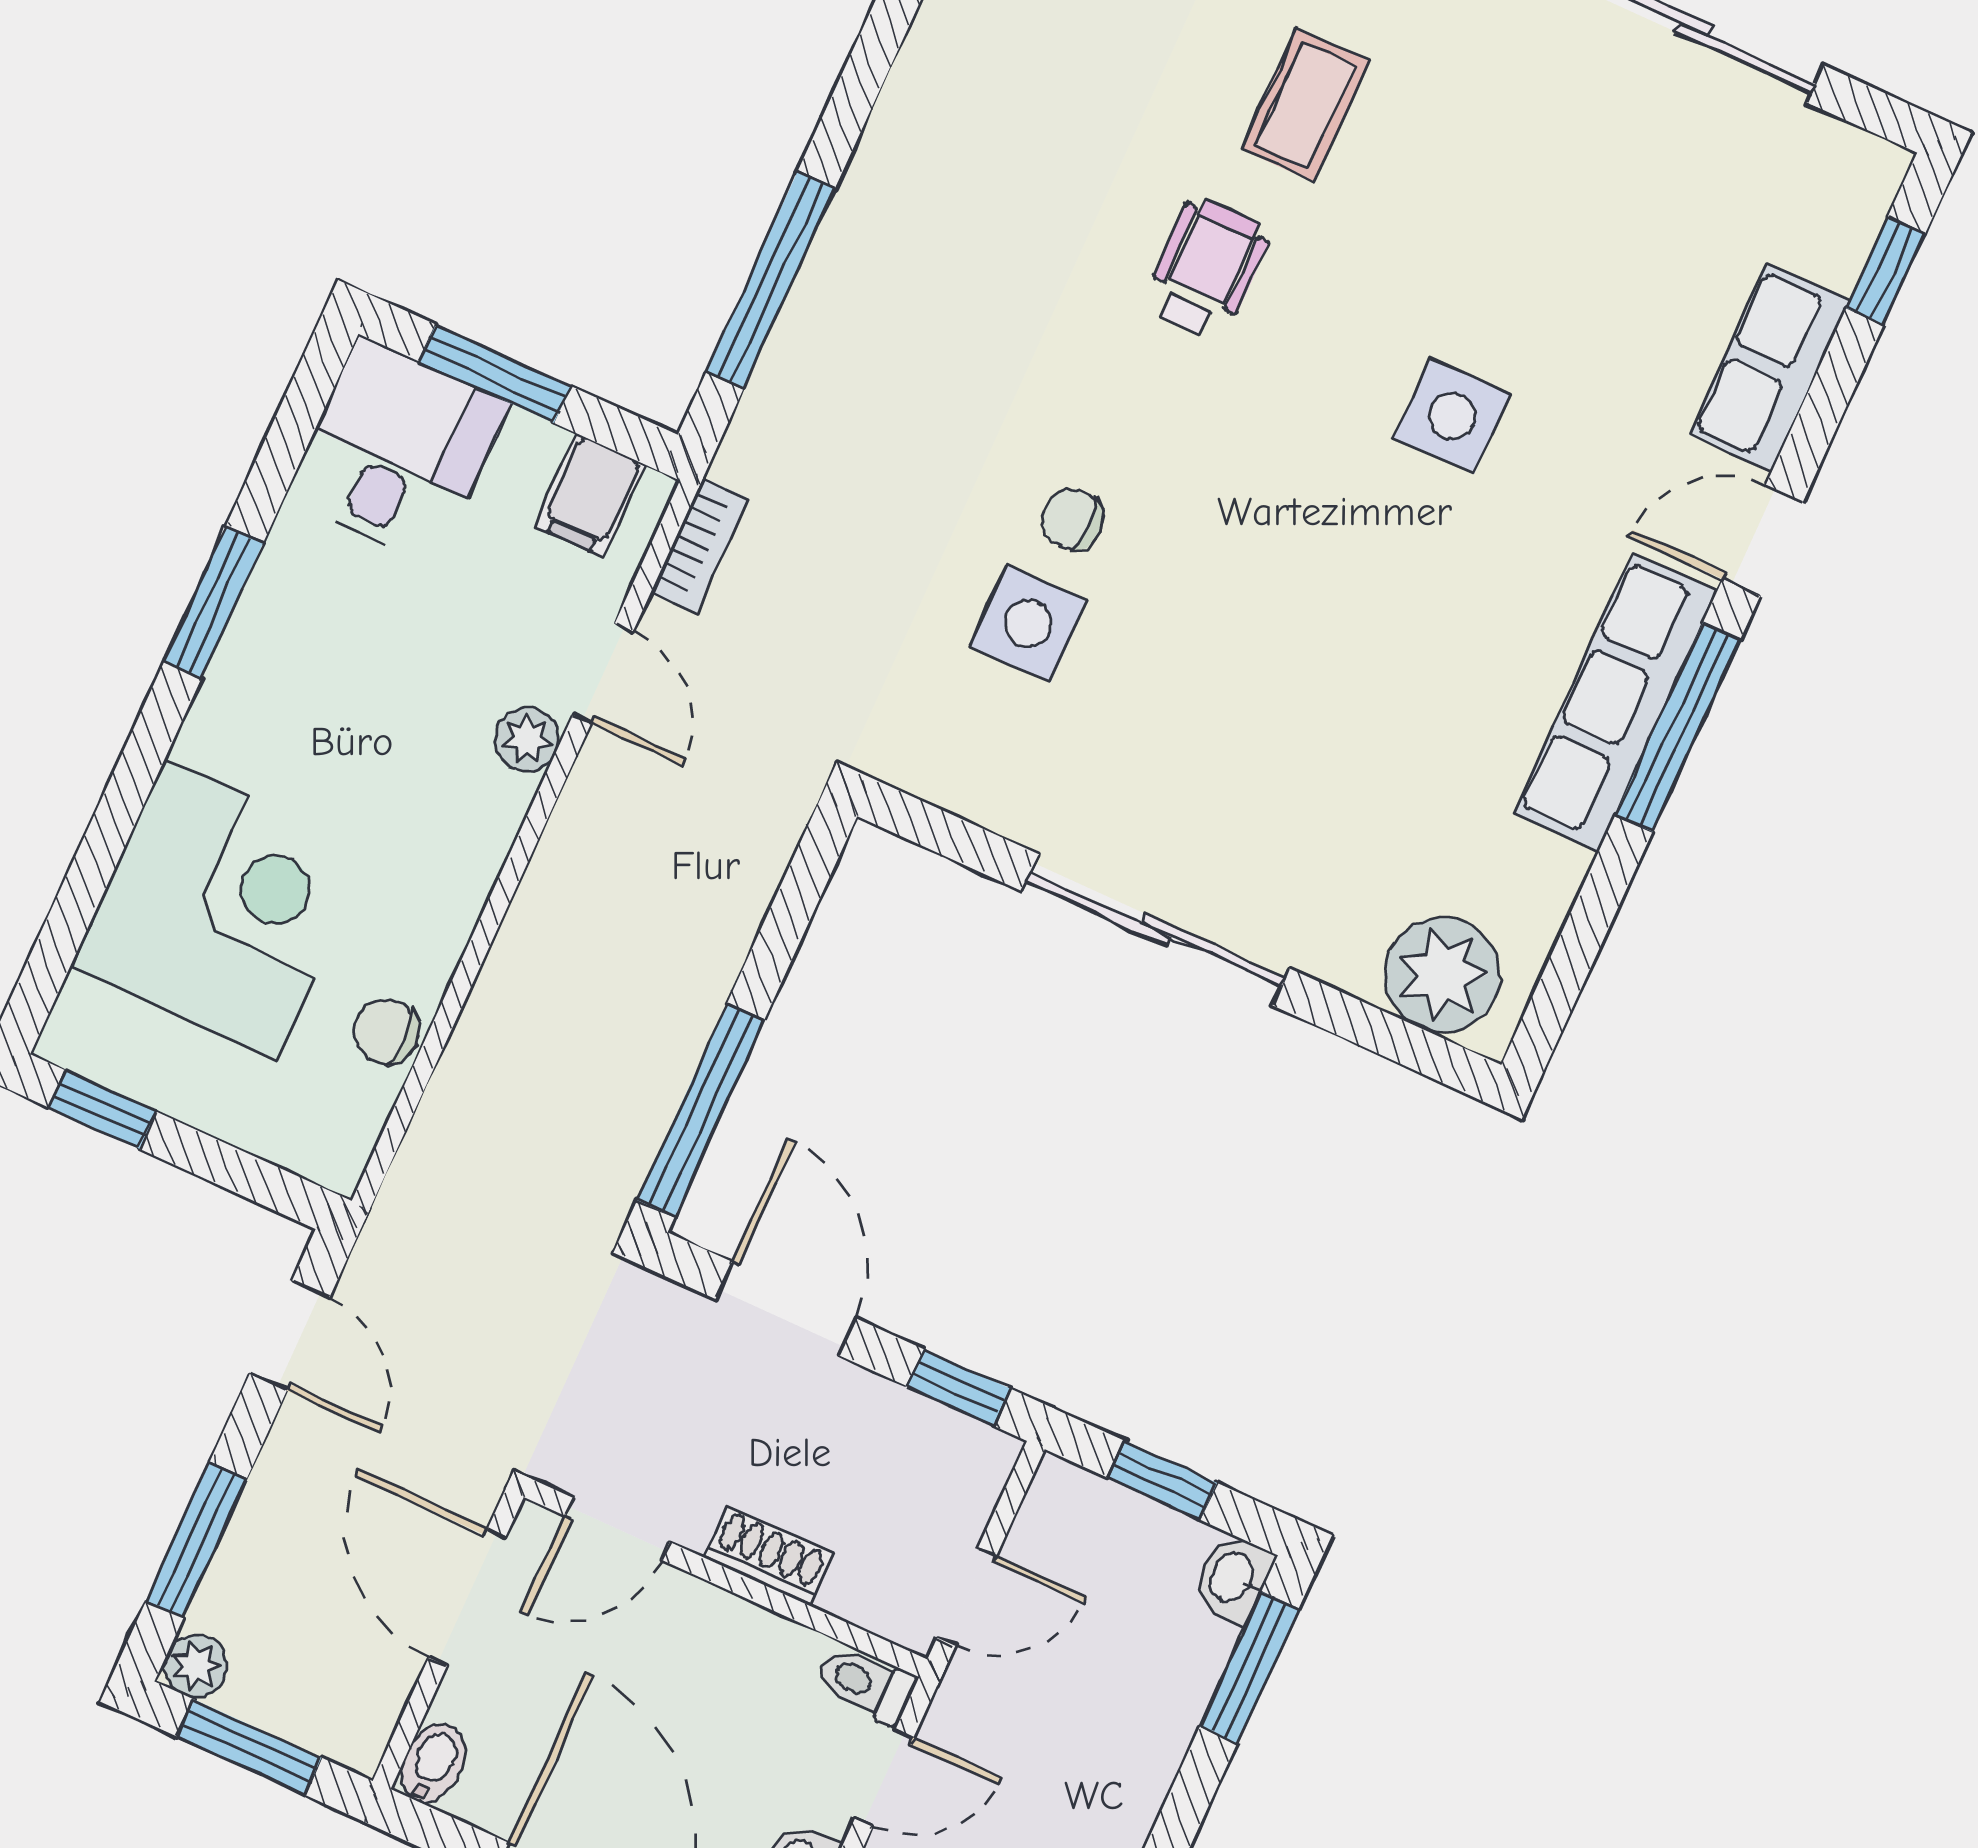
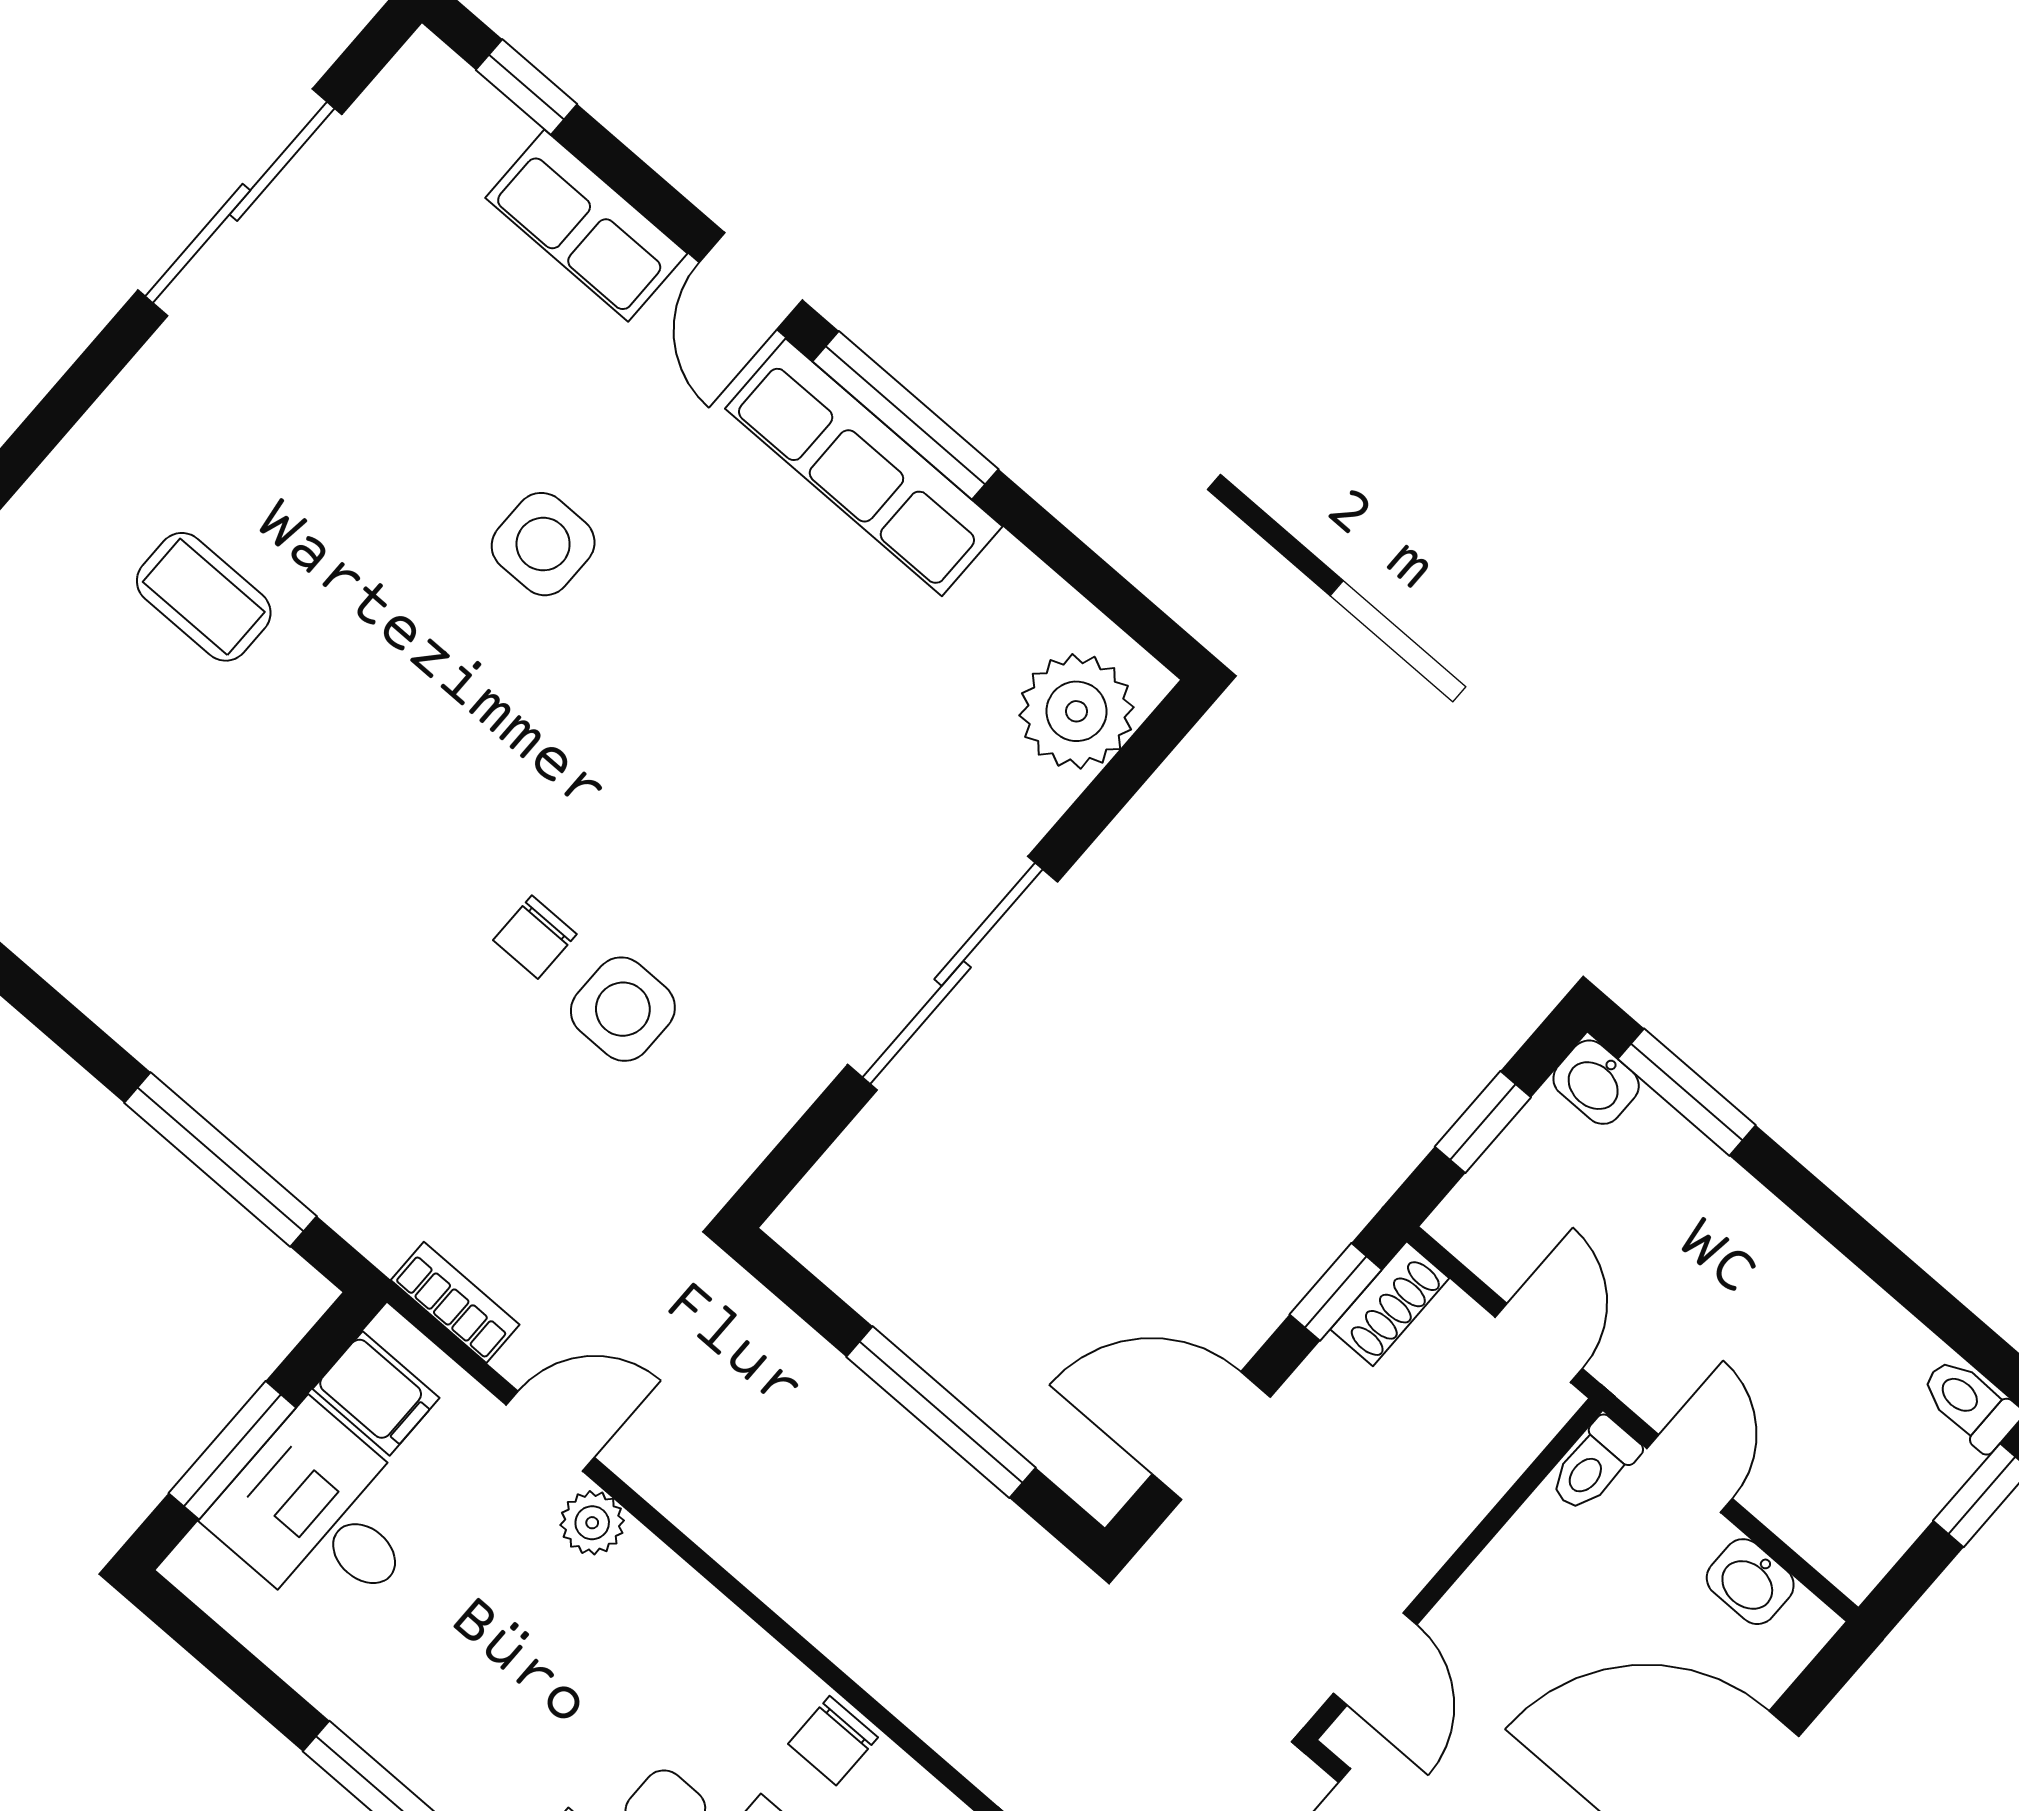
wheelchair: (1207, 268) -> (332, 738), removed
desk: (397, 451) -> (322, 1517), moved
window: (701, 1110) -> (941, 1412), moved
shoe rack: (769, 1556) -> (1390, 1304), moved, turned 180

